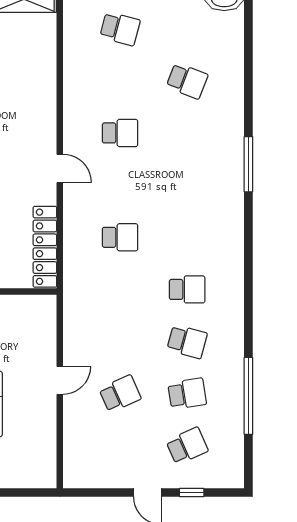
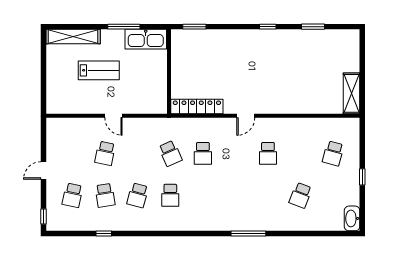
school desk: (120, 289) -> (170, 153), added
school desk: (120, 394) -> (105, 153), turned 36
window: (248, 396) -> (104, 234), width x0.32
school desk: (187, 446) -> (73, 195), turned 36
window: (192, 492) -> (43, 217), moved

